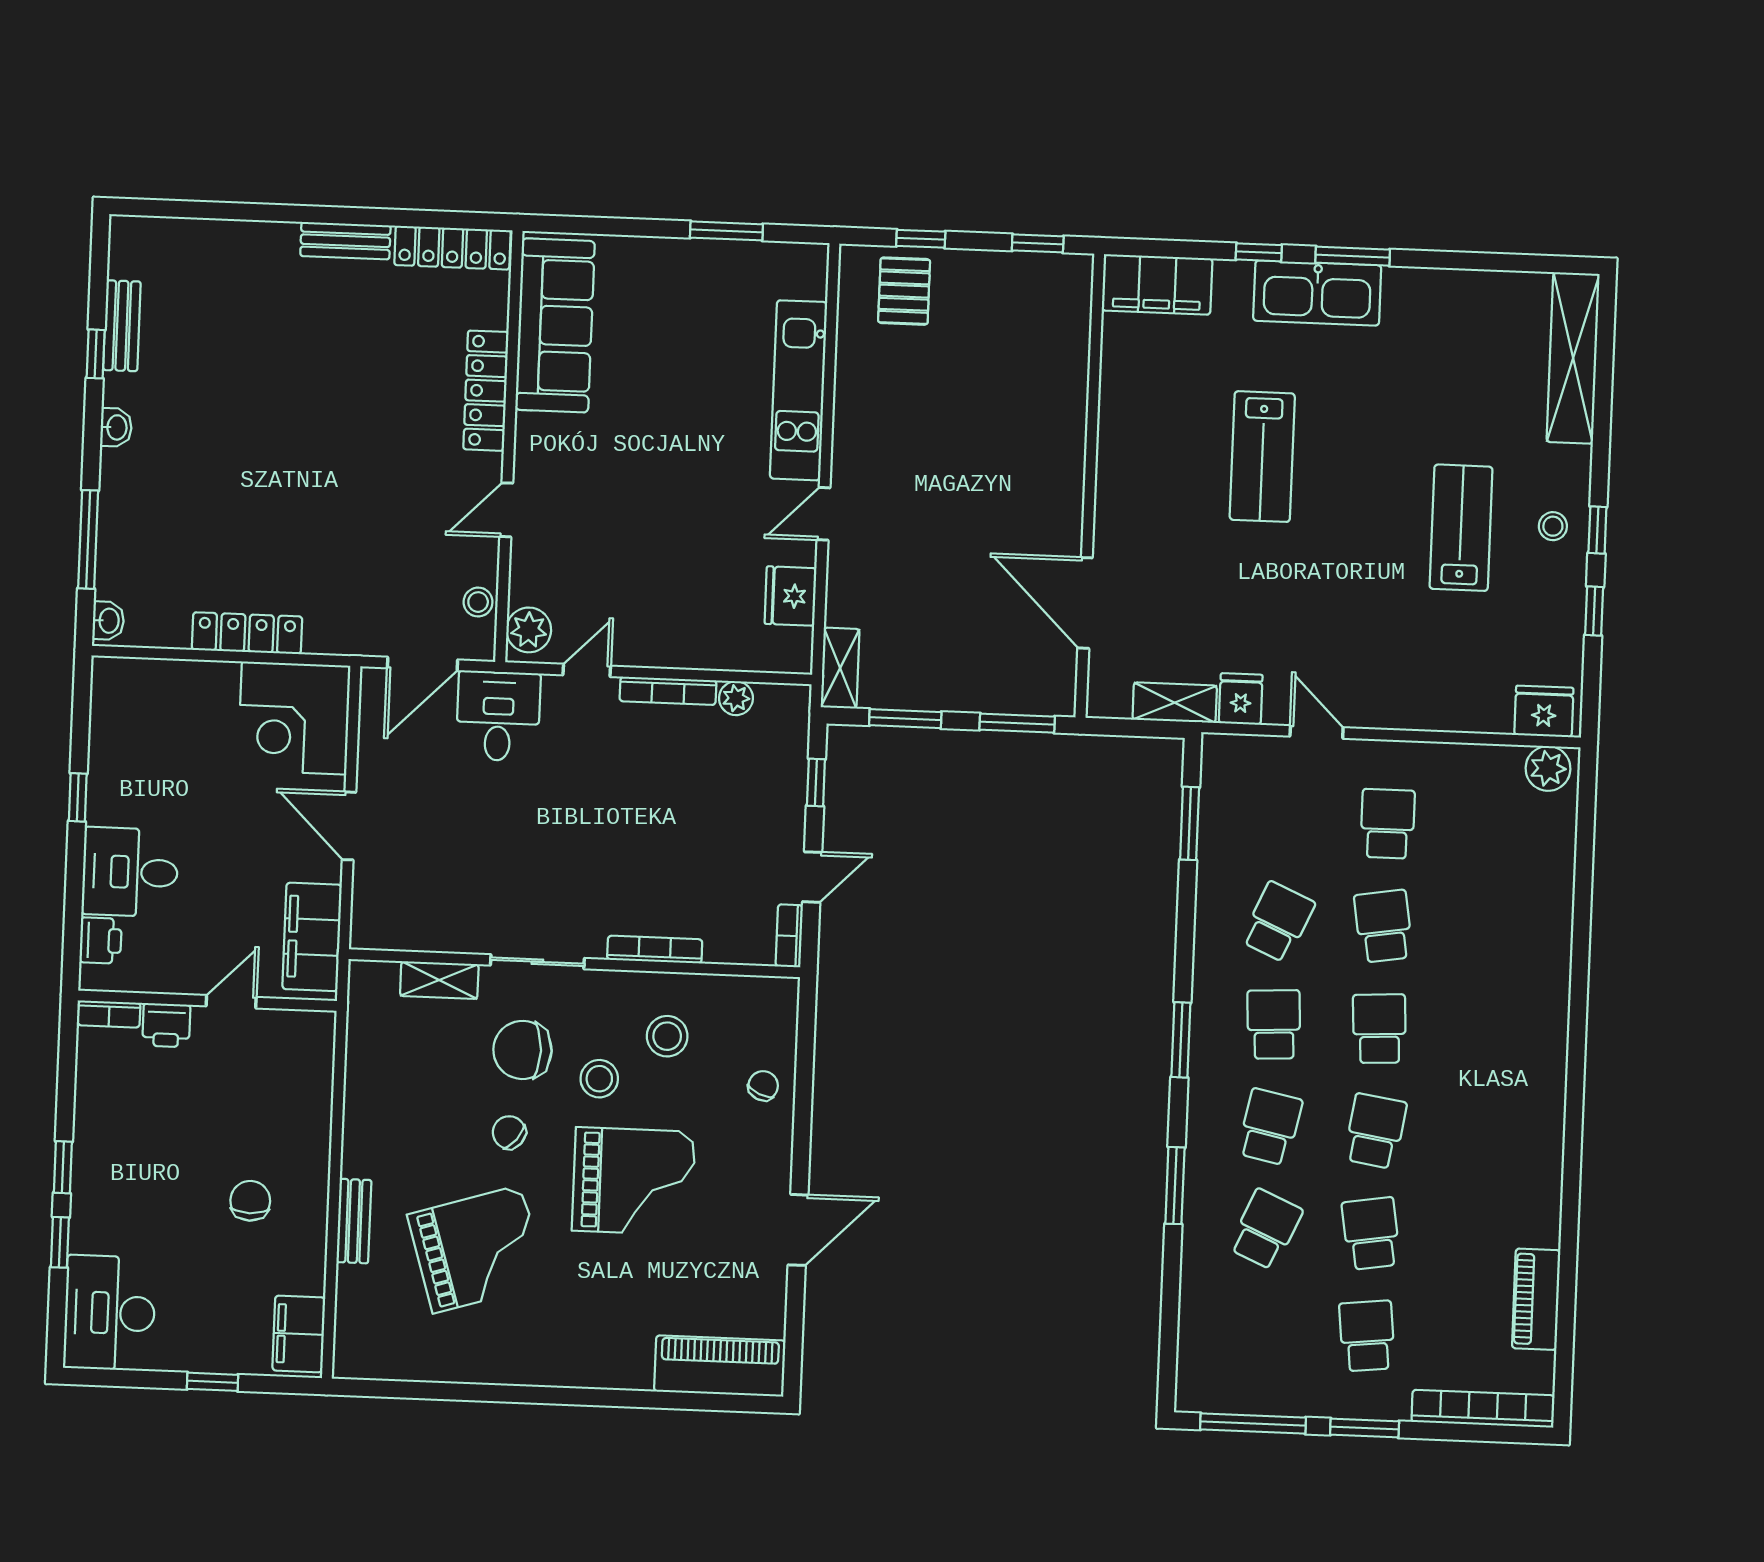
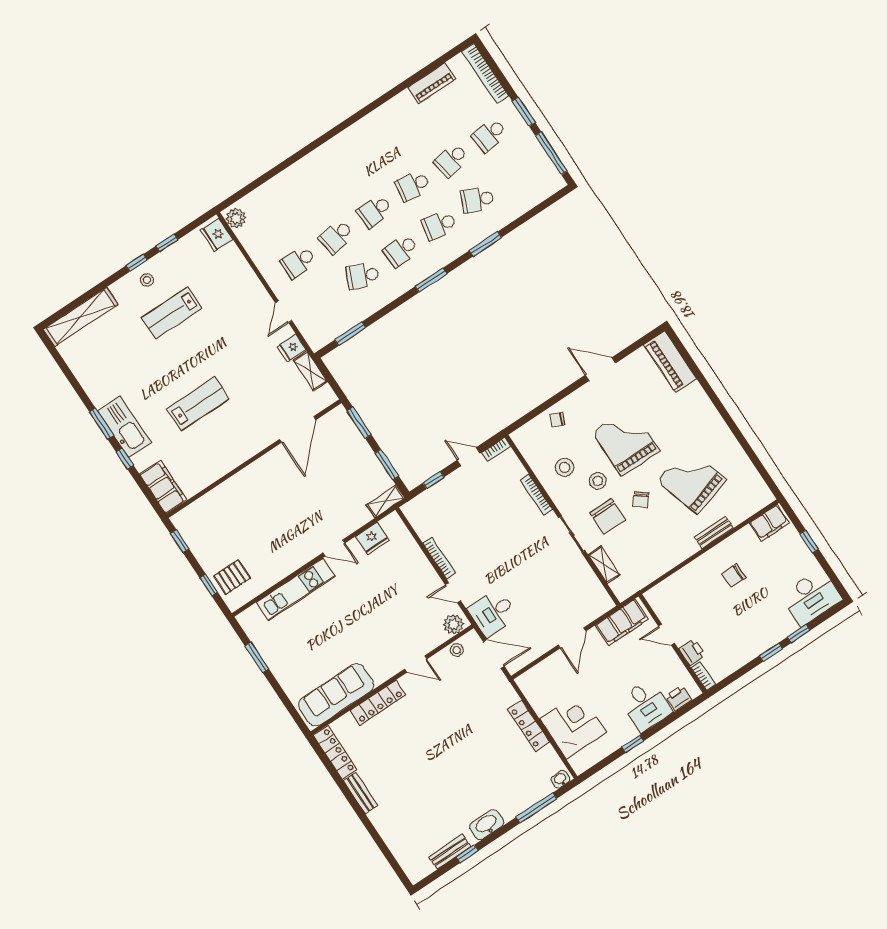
washbasin: (116, 427) -> (487, 825), width x1.91, depth x1.45
plant: (736, 698) -> (424, 531), removed
corner desk: (294, 718) -> (573, 726), moved, turned -90

